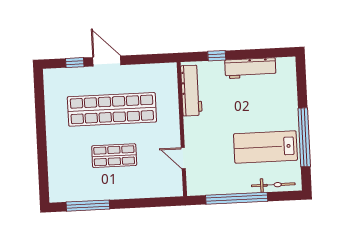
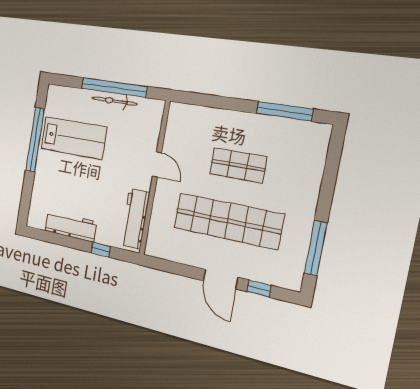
window: (40, 106) -> (316, 248), added
door: (183, 158) -> (157, 165), moved
bicycle: (273, 185) -> (114, 101), moved

